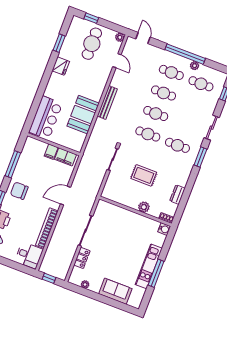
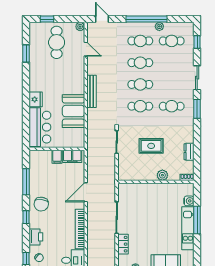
fridge: (61, 66) -> (36, 99), moved
chair: (19, 191) -> (41, 204), turned -82
water cooler: (164, 229) -> (189, 201), moved
window: (156, 273) -> (197, 220), moved

